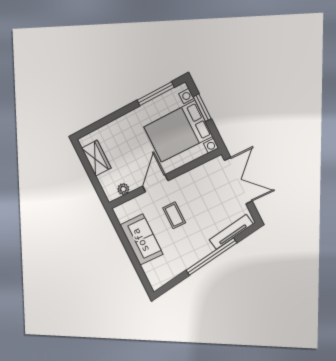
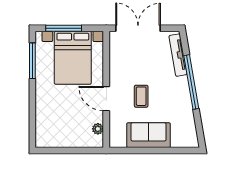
window: (202, 108) -> (64, 28), width x1.44
wardrobe: (96, 158) -> (60, 139), removed
coffee table: (174, 215) -> (141, 96), turned 90

